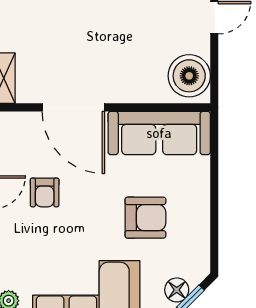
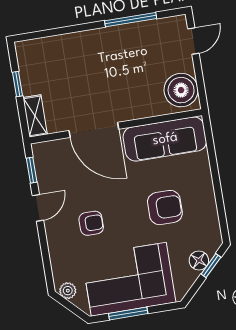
armchair: (45, 192) -> (91, 223), moved, turned -90

